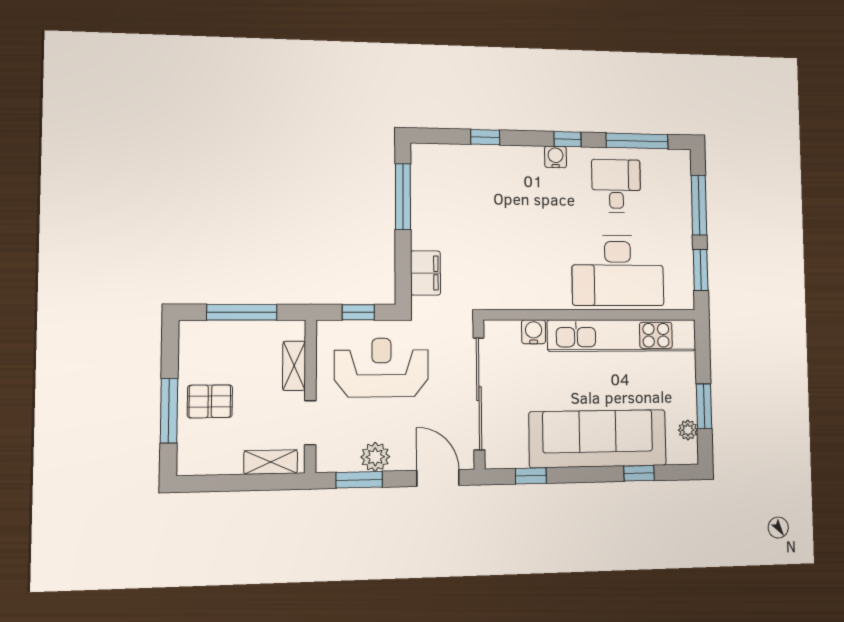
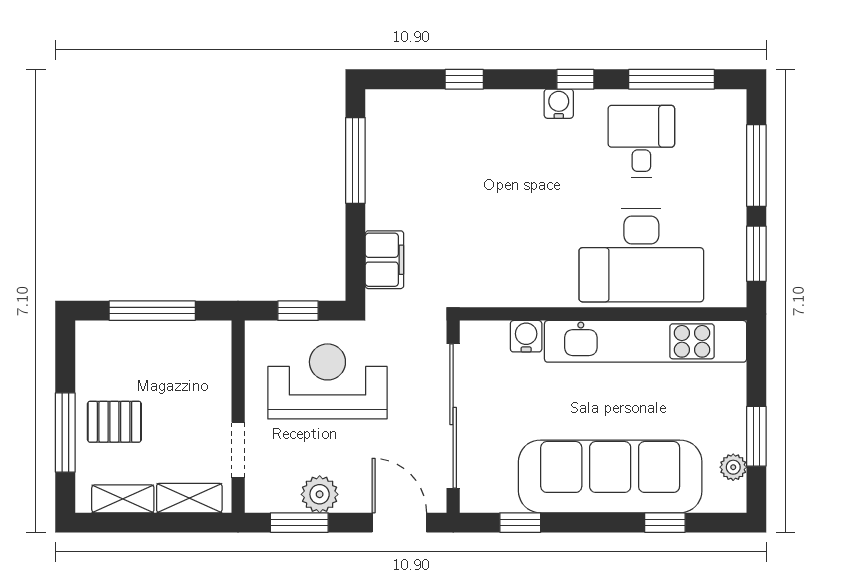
shelving: (294, 366) -> (123, 499), moved, turned 90

